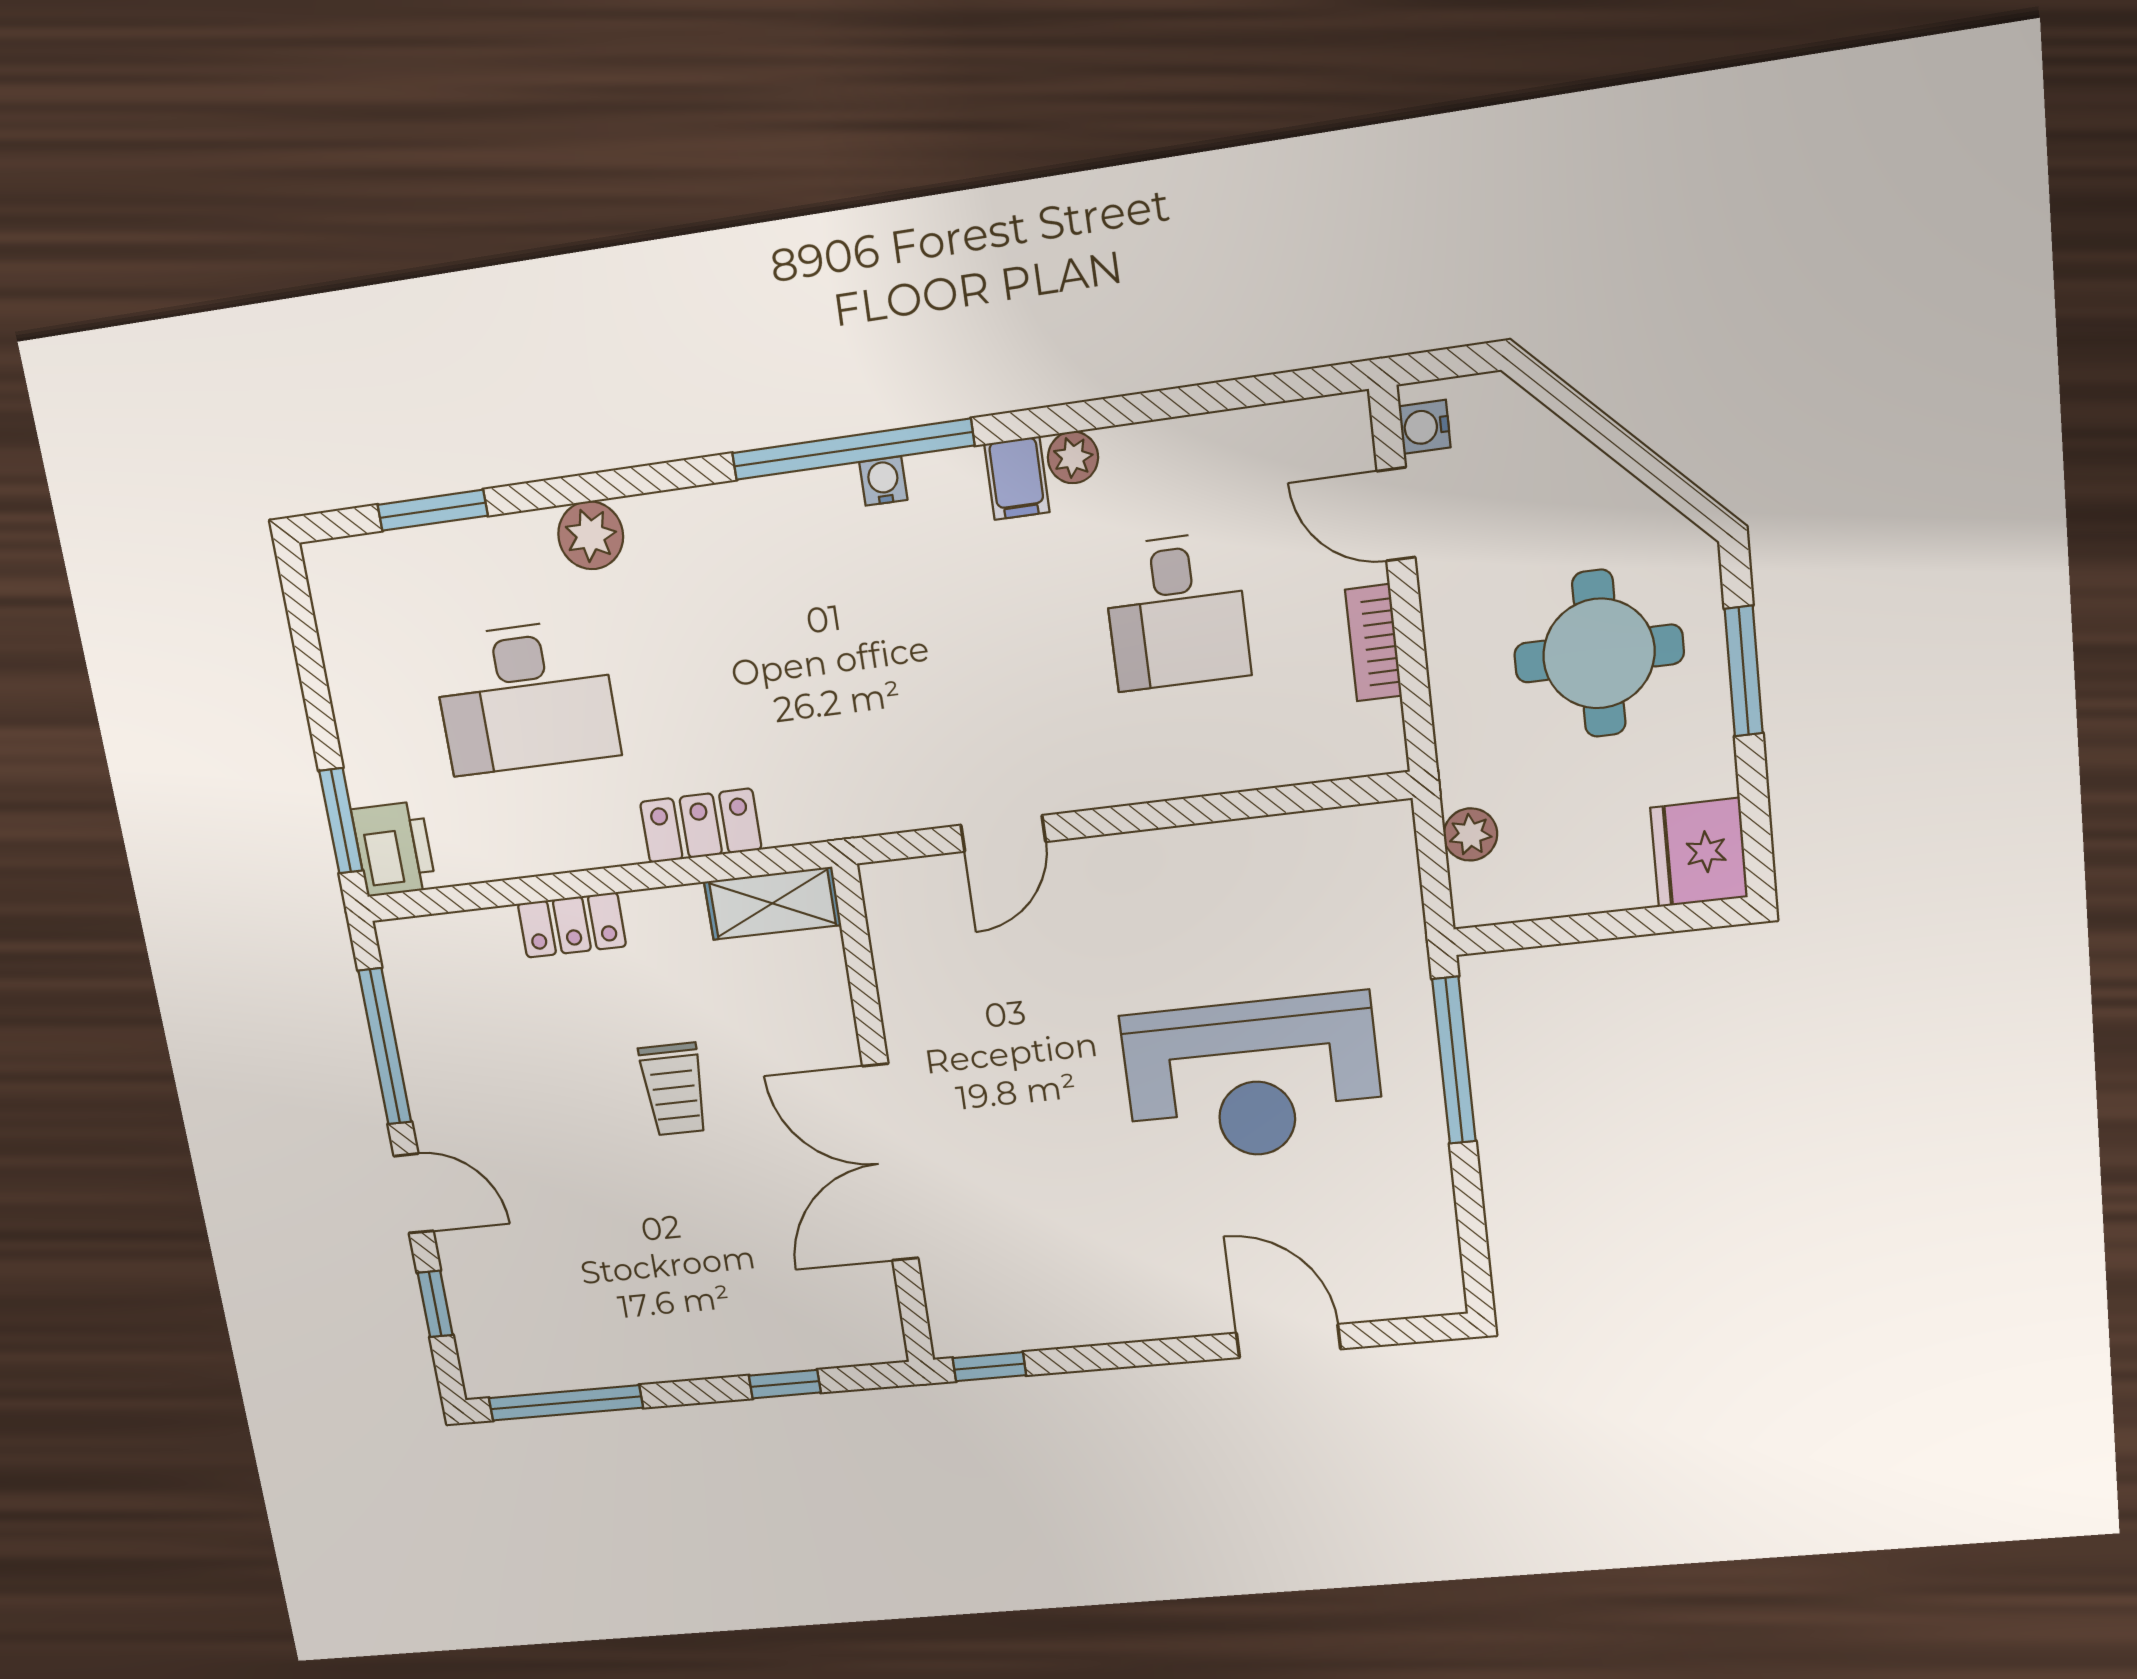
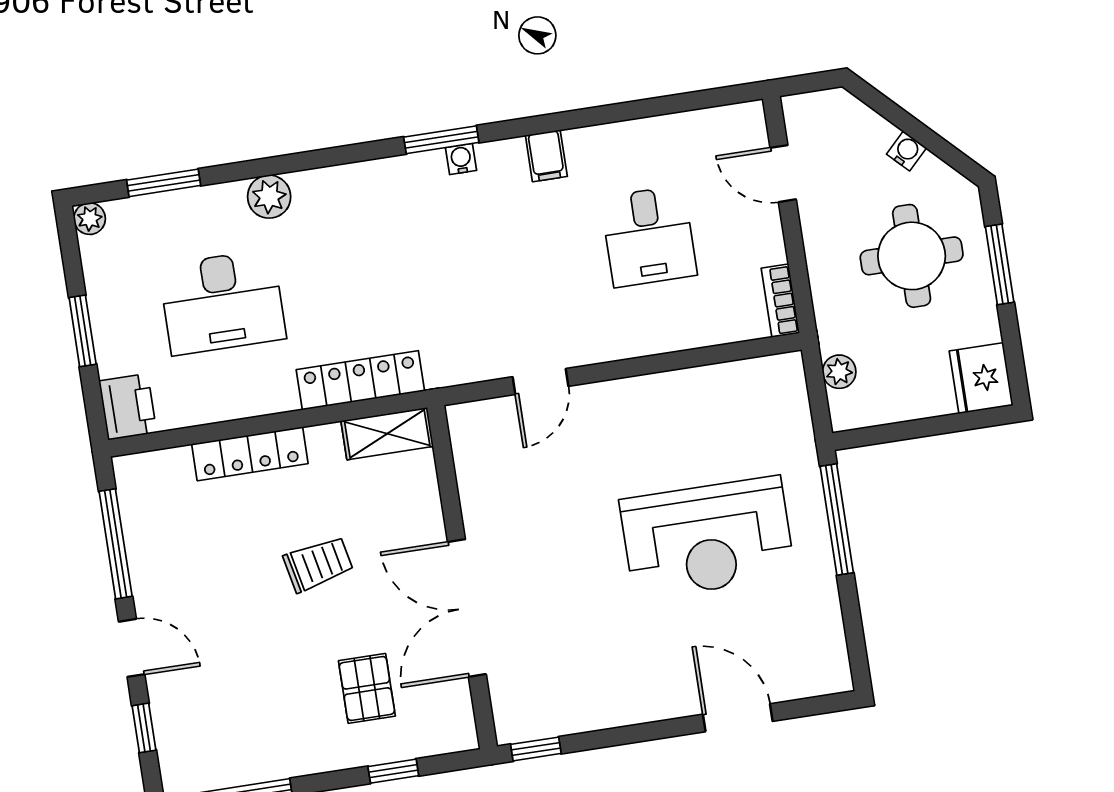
water cooler: (1425, 427) -> (906, 151), moved, turned 135
window: (853, 449) -> (441, 140), width x0.47
plant: (1073, 457) -> (90, 219), moved
bookcase: (1373, 643) -> (780, 301), moved
window: (341, 821) -> (83, 331), moved
locker: (701, 826) -> (360, 380), width x1.53
locker: (572, 925) -> (250, 454), width x1.53
trolley: (674, 1089) -> (318, 564), turned -102
pallet: (746, 1268) -> (367, 688), added

